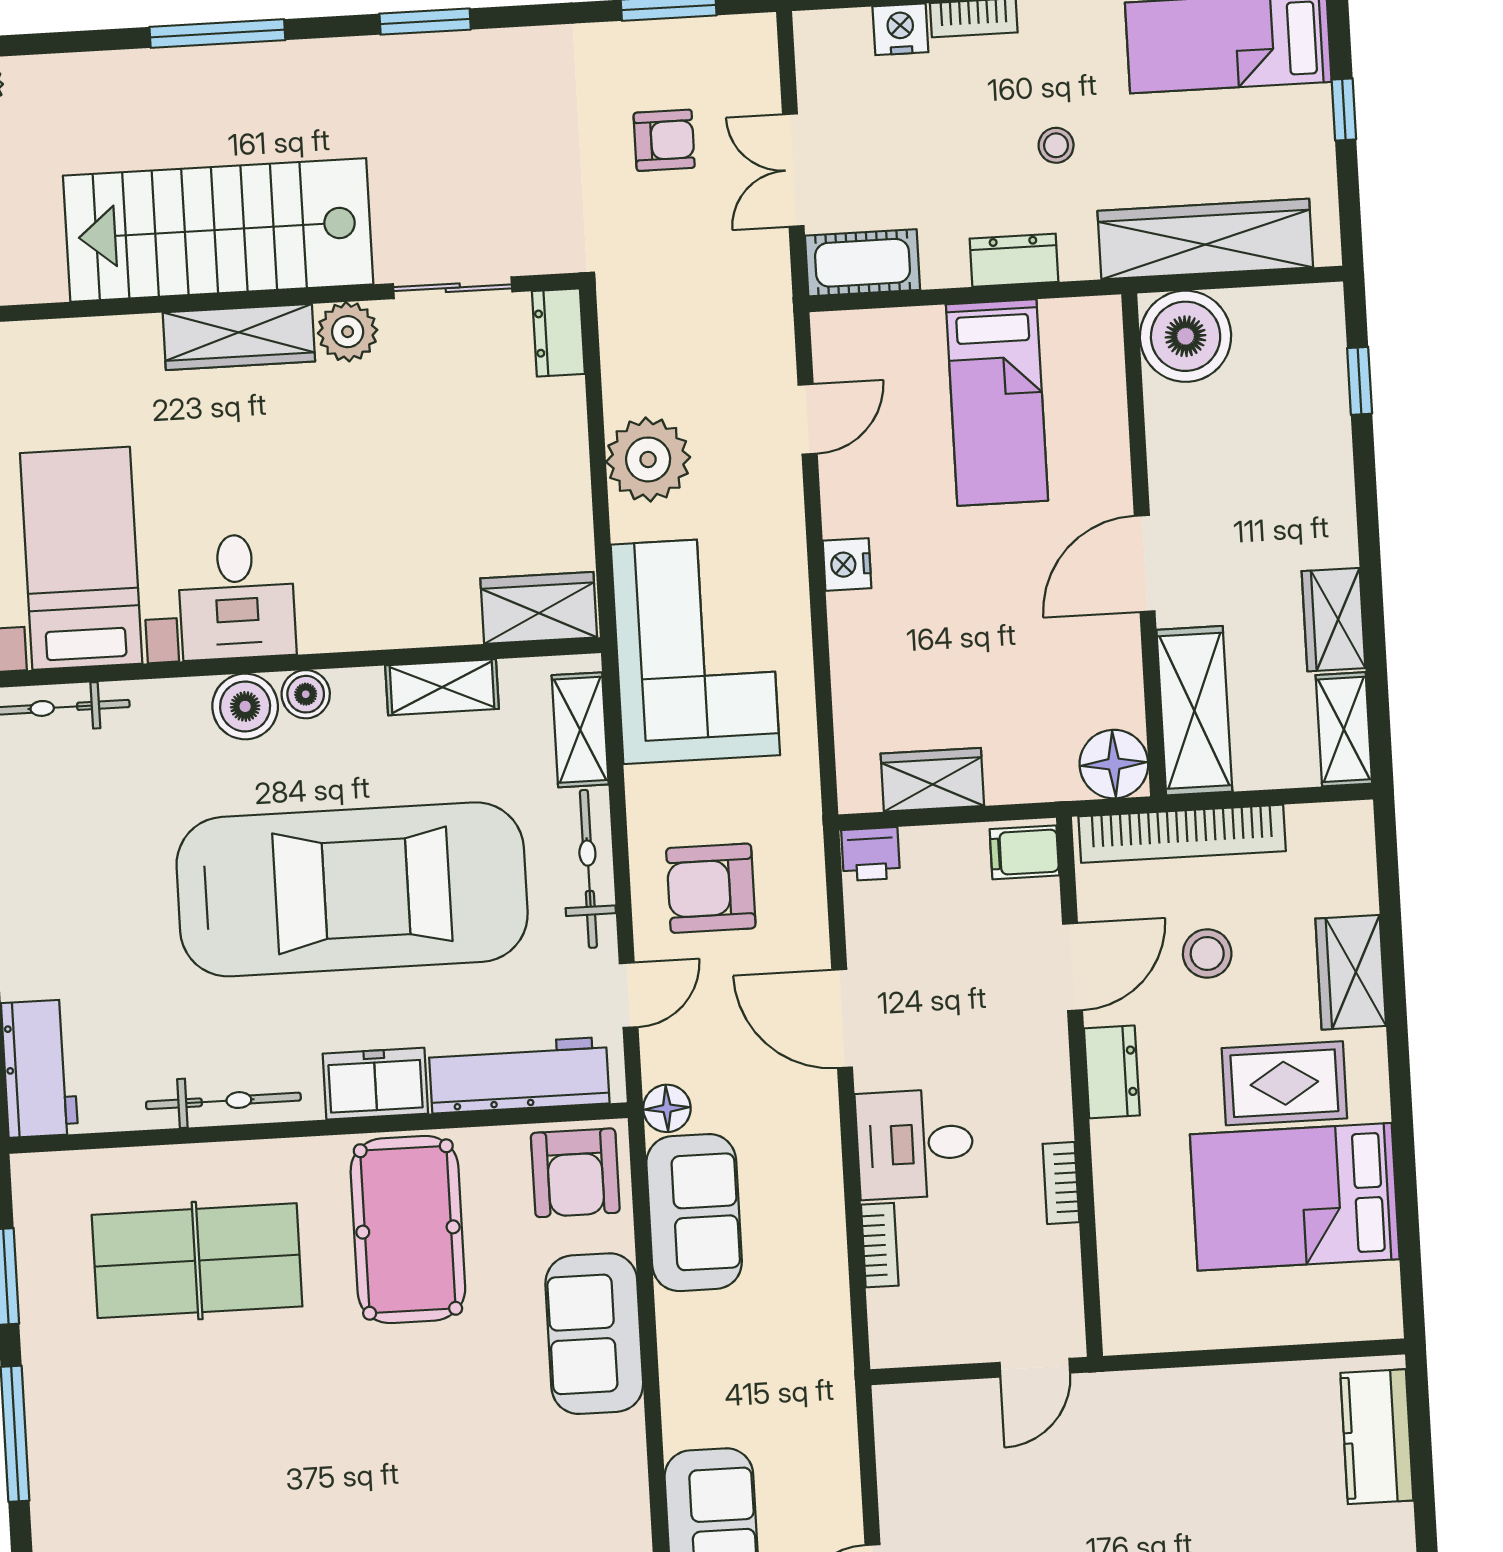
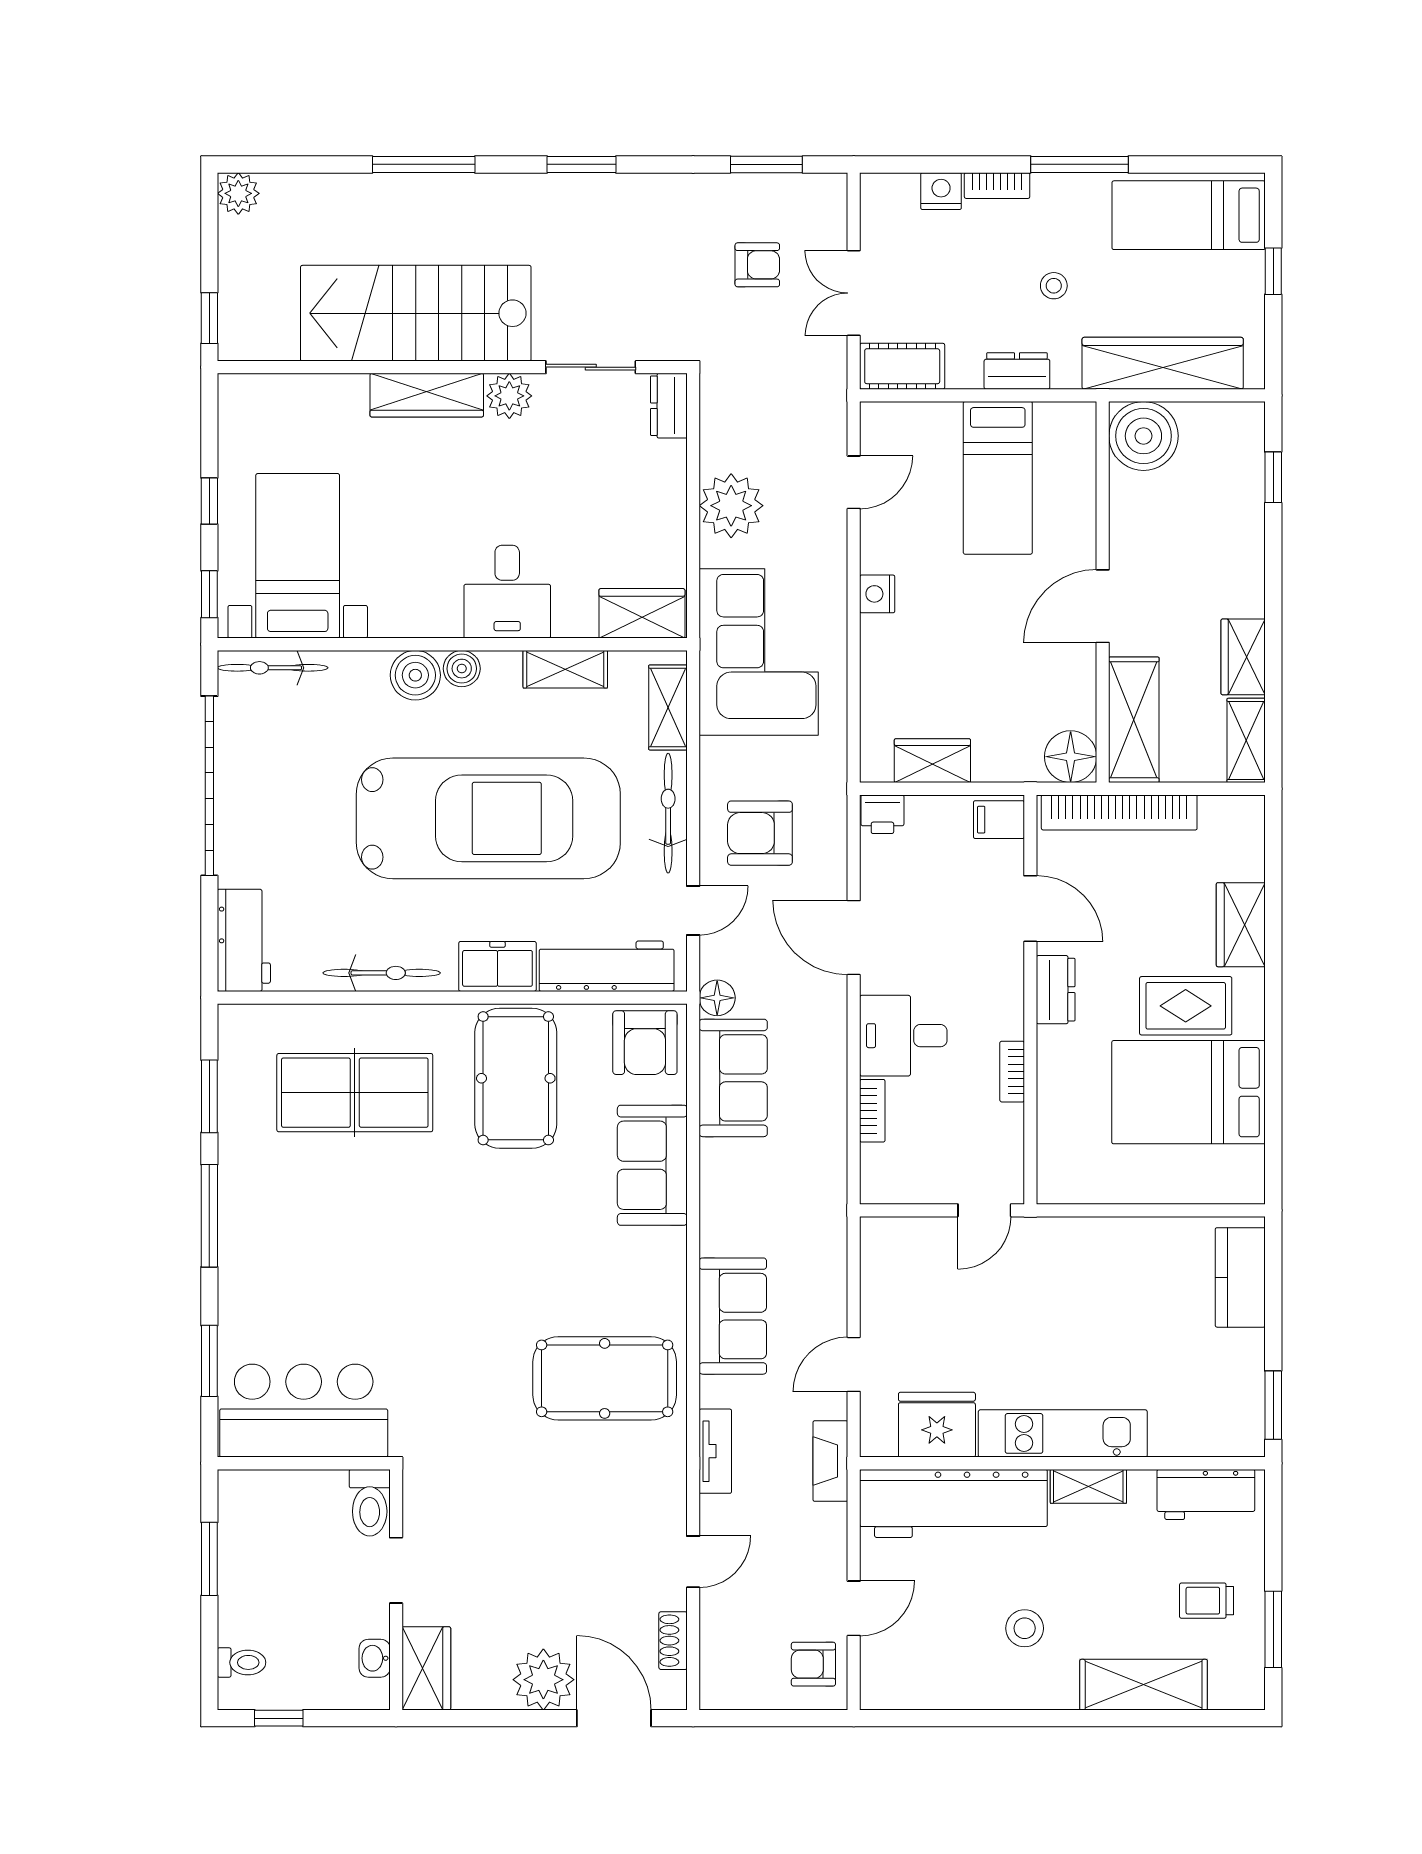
desk: (237, 597) -> (507, 592), moved
stool: (1207, 954) -> (1133, 904), removed
door: (1072, 967) -> (1030, 909), hinge flipped

